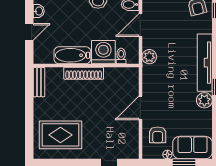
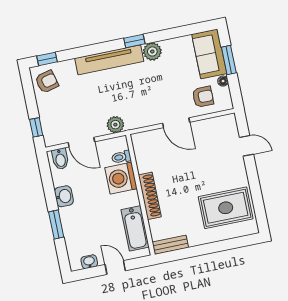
bathtub: (72, 55) -> (135, 228), moved
rug: (60, 135) -> (226, 208), turned 90

